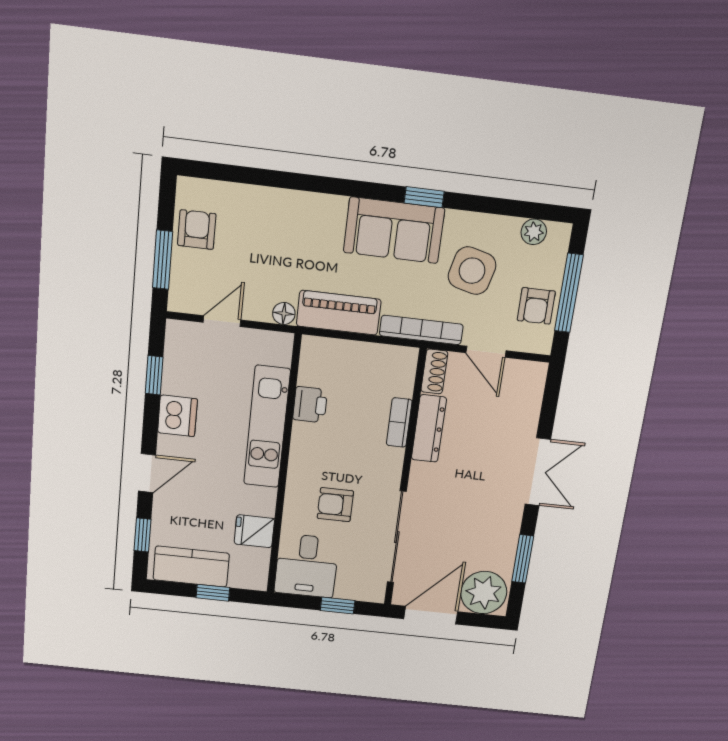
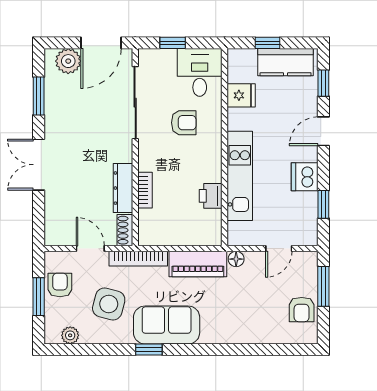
window: (569, 293) -> (39, 297), width x0.69
plant: (484, 593) -> (68, 61), width x0.73, depth x0.73

